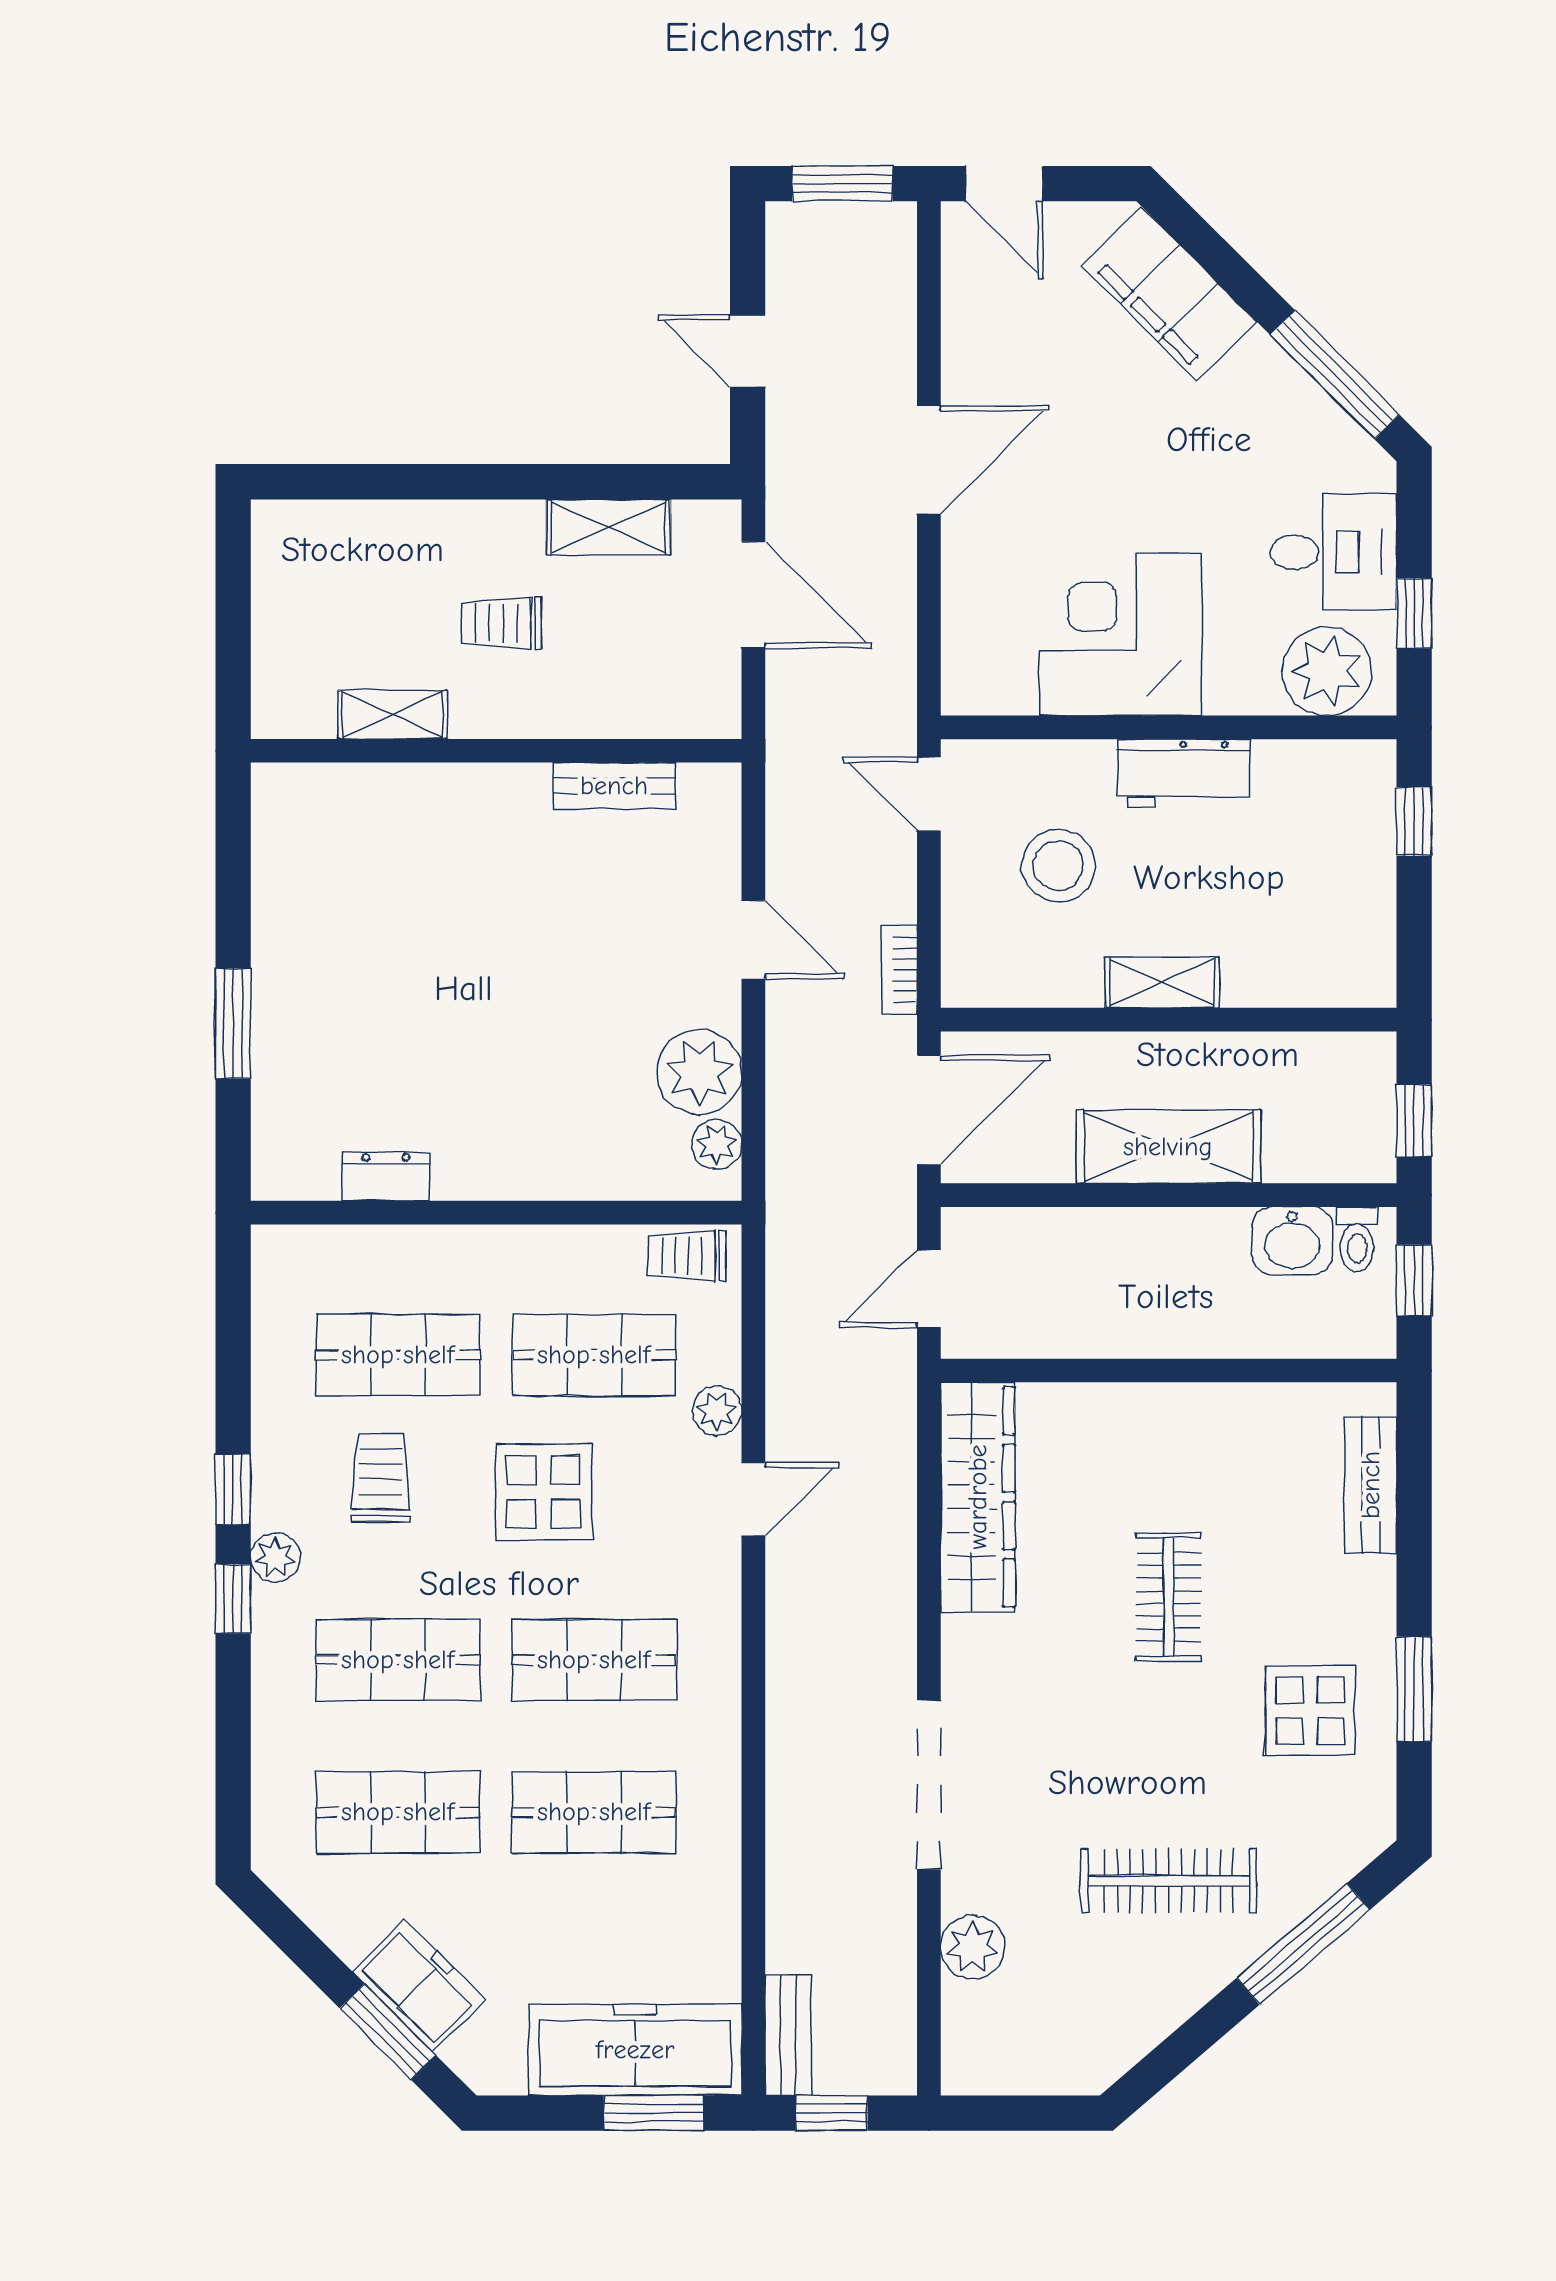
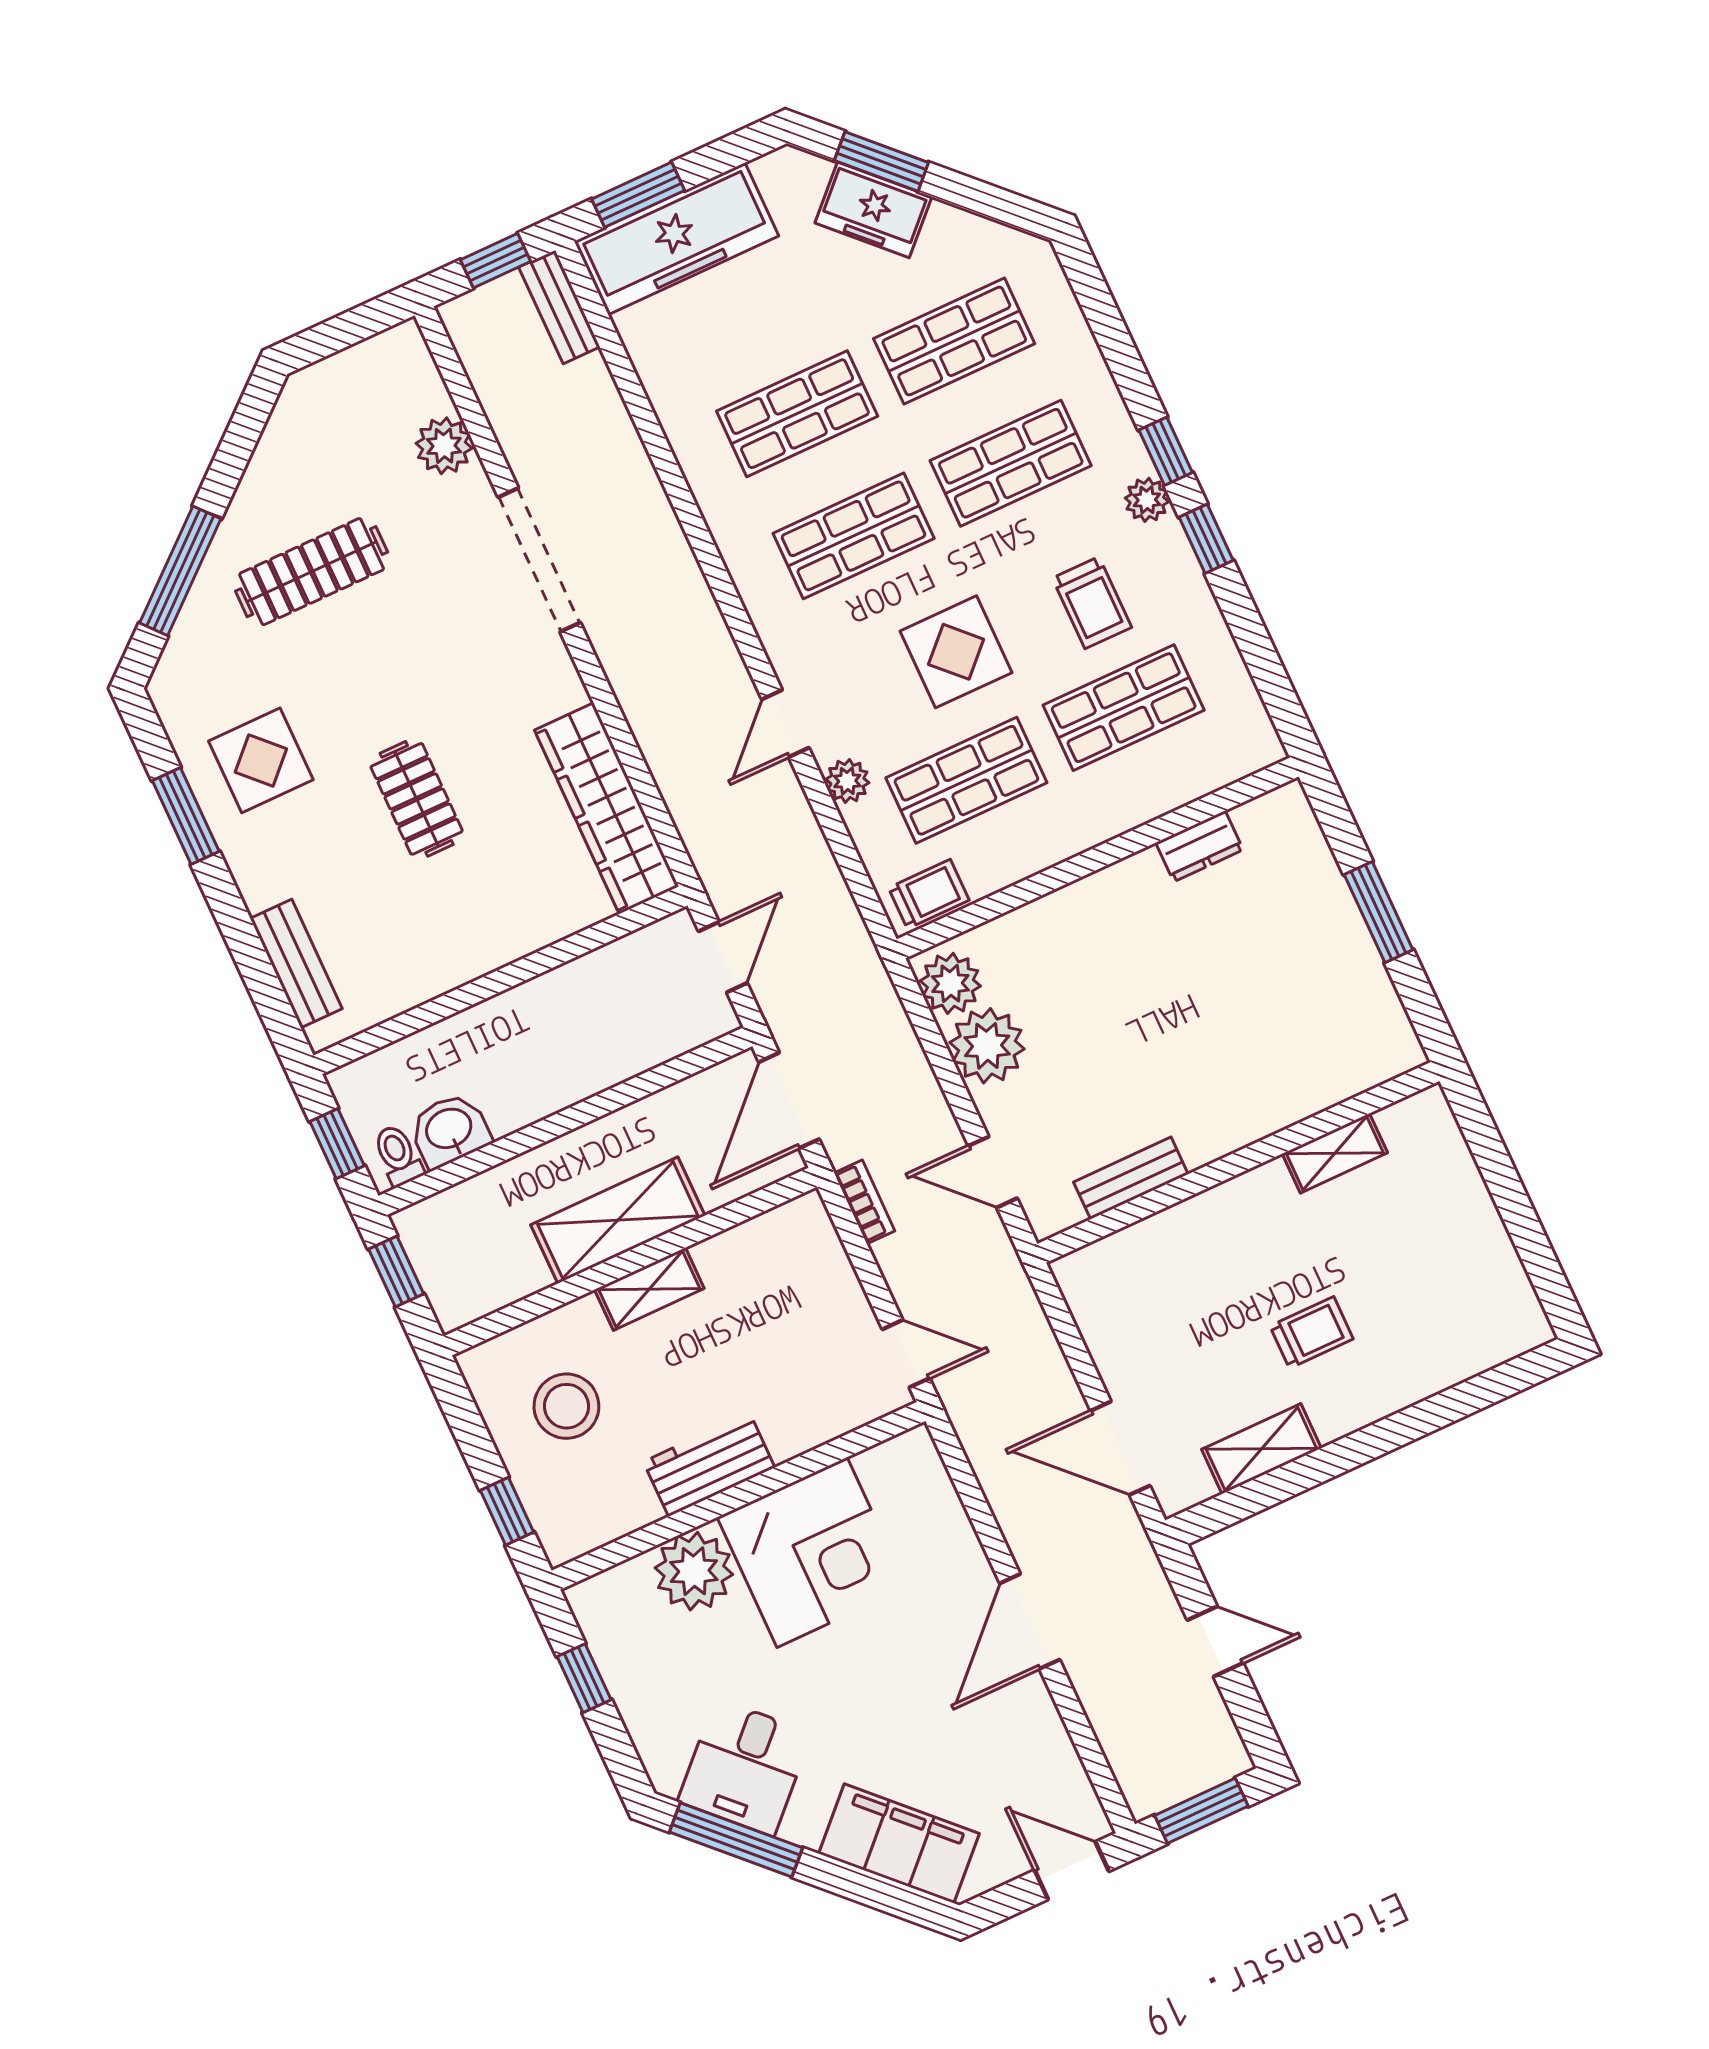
desk: (1333, 552) -> (745, 1767), moved, turned -45
plant: (1327, 671) -> (694, 1571), moved
shelving: (393, 715) -> (1335, 1153), moved
wall: (496, 751) -> (1238, 1163), moved
bench: (614, 786) -> (1131, 1178), moved
stool: (1058, 866) -> (566, 1406), moved
plant: (717, 1144) -> (950, 983), width x1.38, depth x1.38
shelving: (1168, 1147) -> (618, 1220), moved

